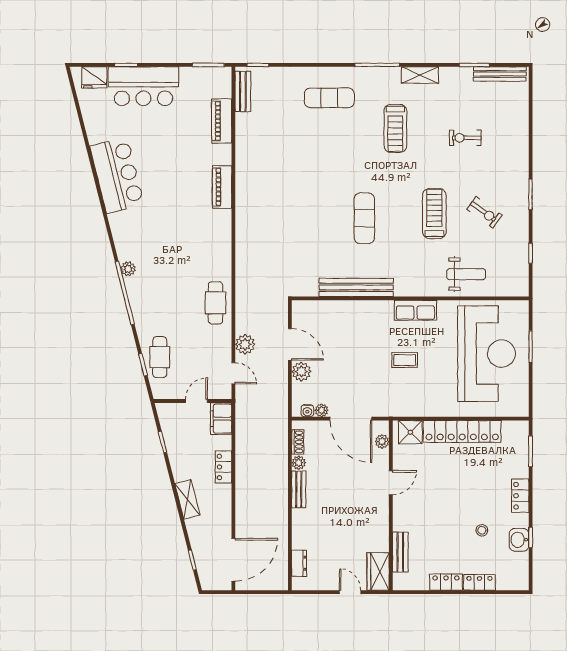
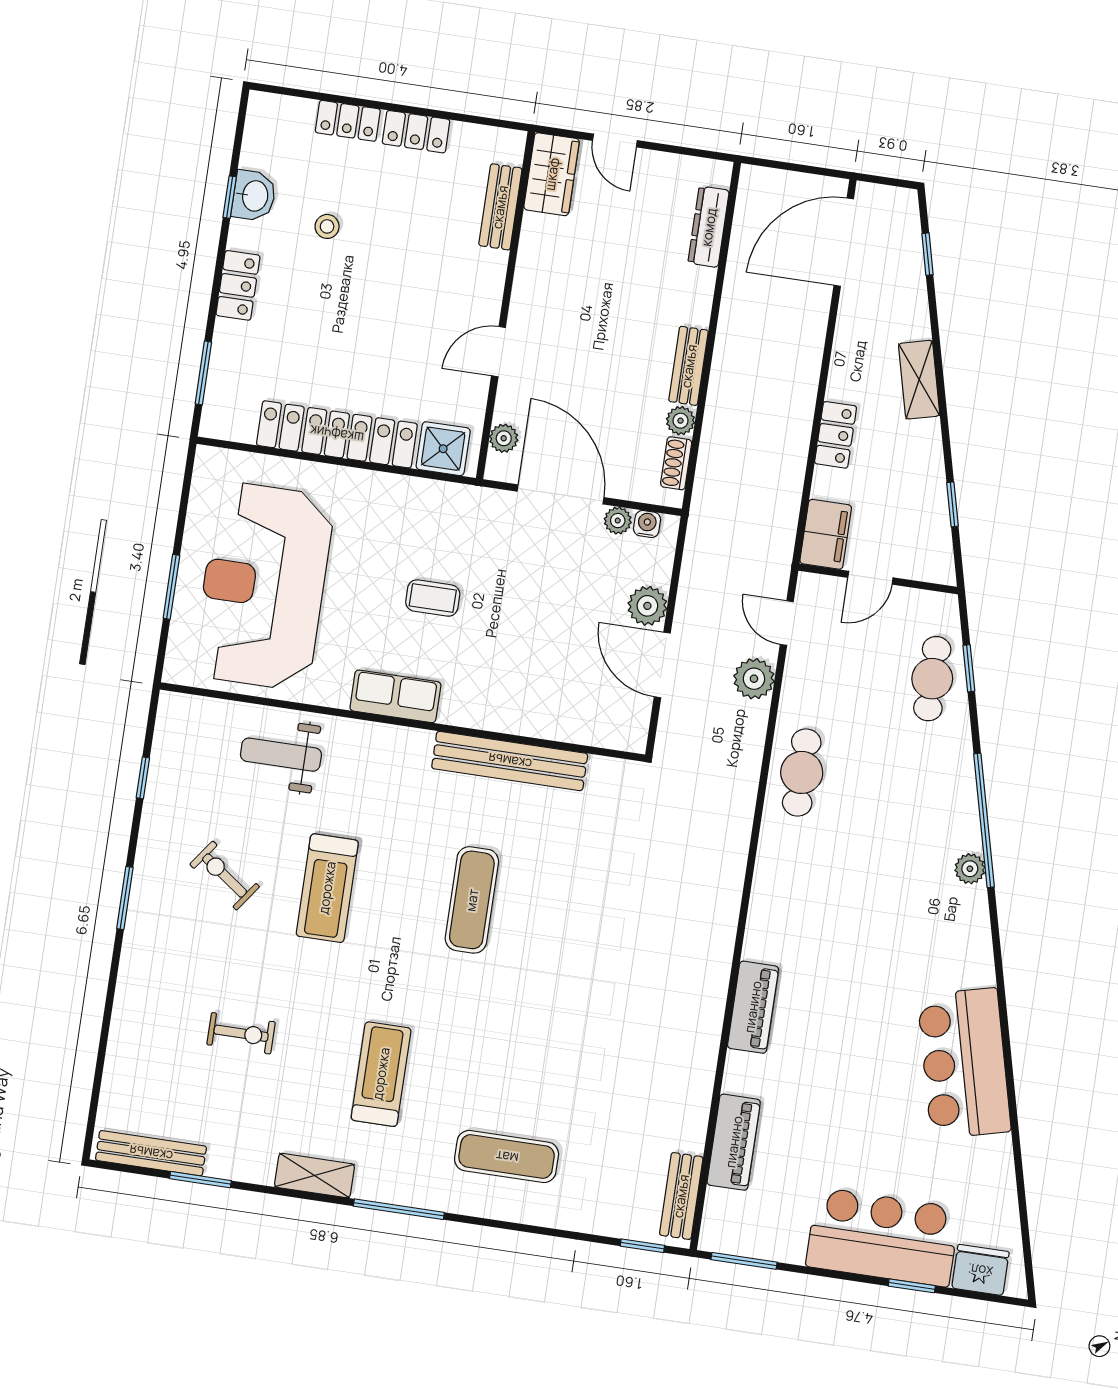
dresser: (299, 563) -> (709, 227), width x1.44

